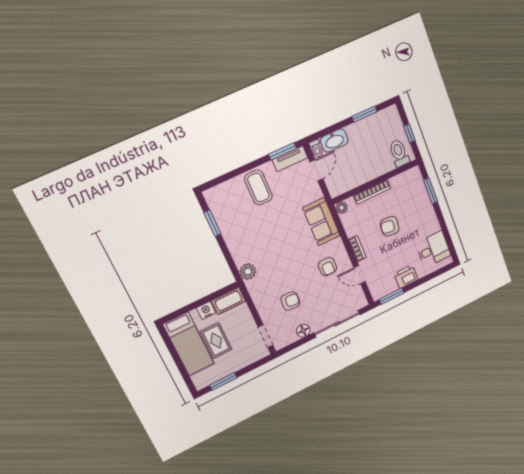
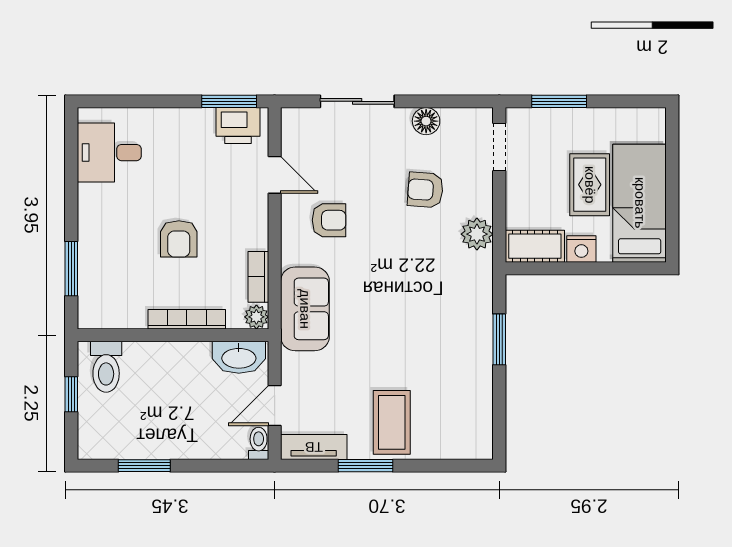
washbasin: (334, 141) -> (239, 357), moved, turned 180
window: (282, 151) -> (365, 466), moved
window: (212, 223) -> (499, 339), moved
armchair: (390, 226) -> (179, 239), turned 83
bookcase: (357, 249) -> (258, 277), moved
armchair: (327, 267) -> (329, 220), turned 90
plant: (248, 272) -> (477, 234), moved
printer: (406, 277) -> (238, 126), moved
sliding door: (337, 324) -> (357, 101), width x0.73
window: (223, 381) -> (559, 101), moved

